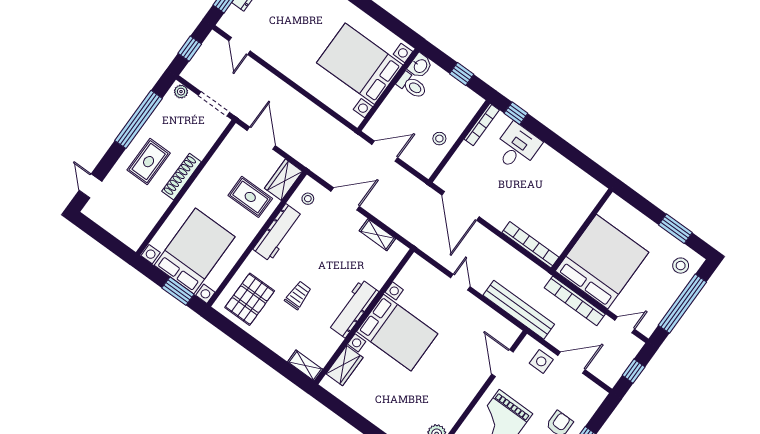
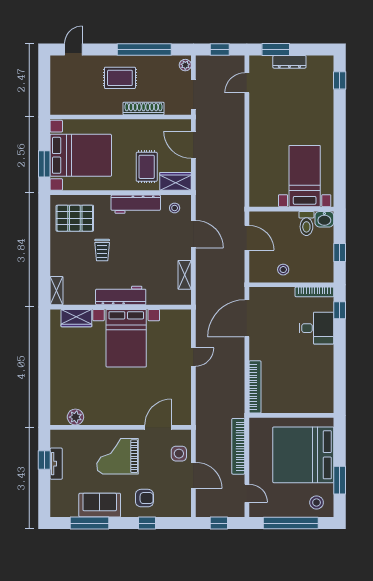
bed with nightstands: (360, 64) -> (305, 176), width x0.73
door: (261, 138) -> (193, 145), swing flipped
shoe rack: (182, 177) -> (143, 108), moved
bed: (602, 262) -> (303, 455), moved, turned 180
trolley: (298, 295) -> (102, 250), turned 90
bench: (519, 310) -> (204, 412), removed

